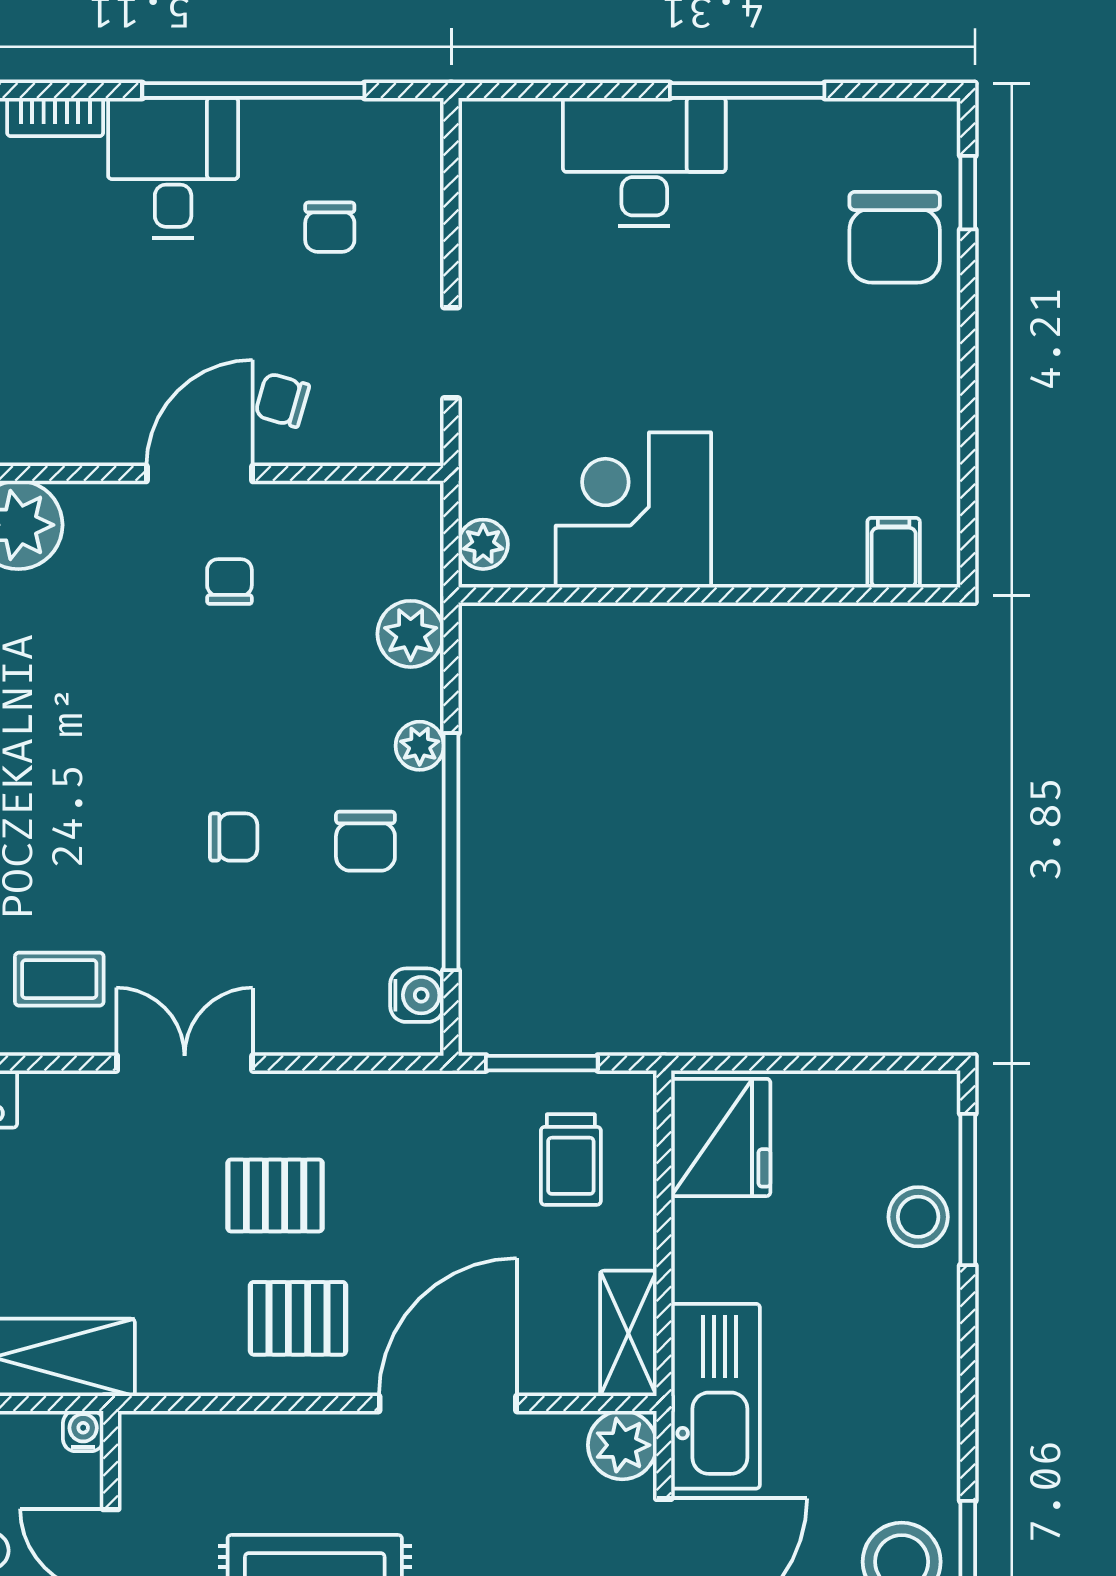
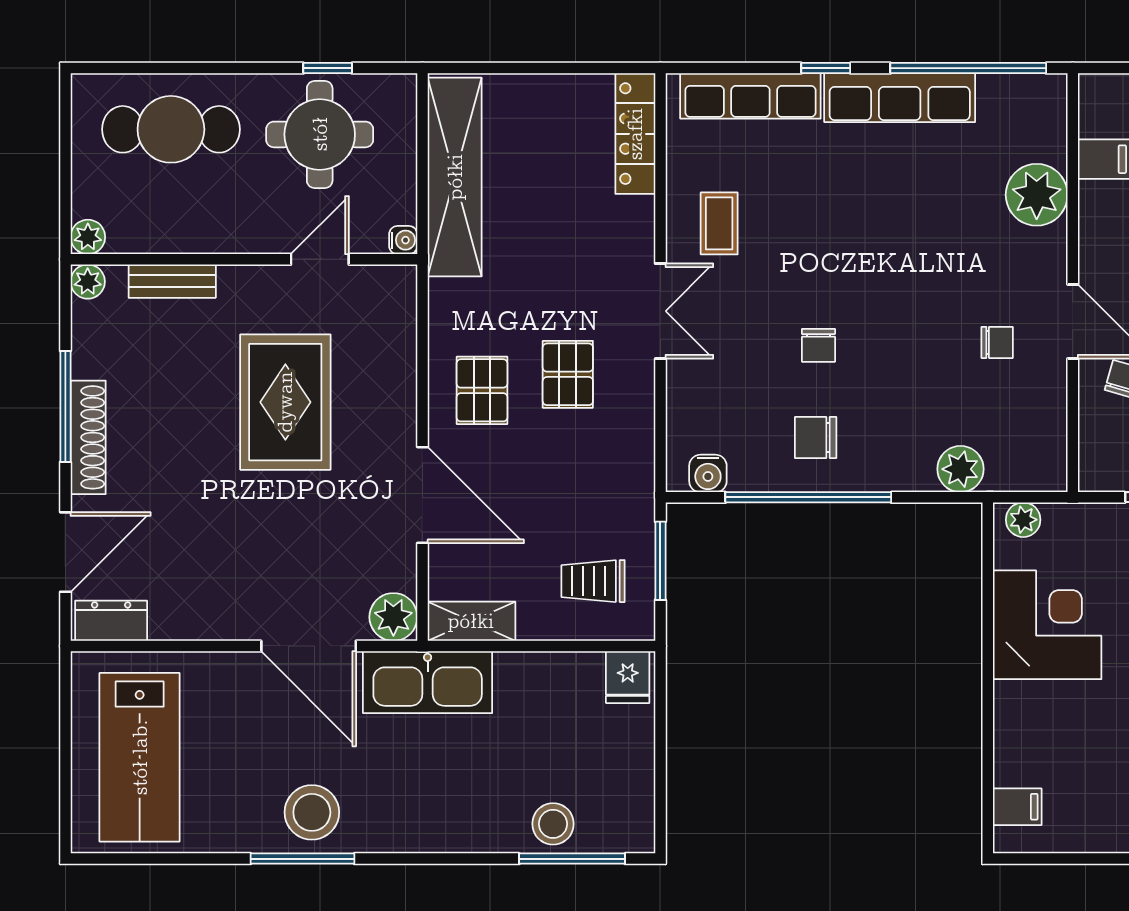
plant: (420, 746) -> (882, 475), removed
fridge: (721, 1137) -> (628, 677), width x0.53, depth x0.75

